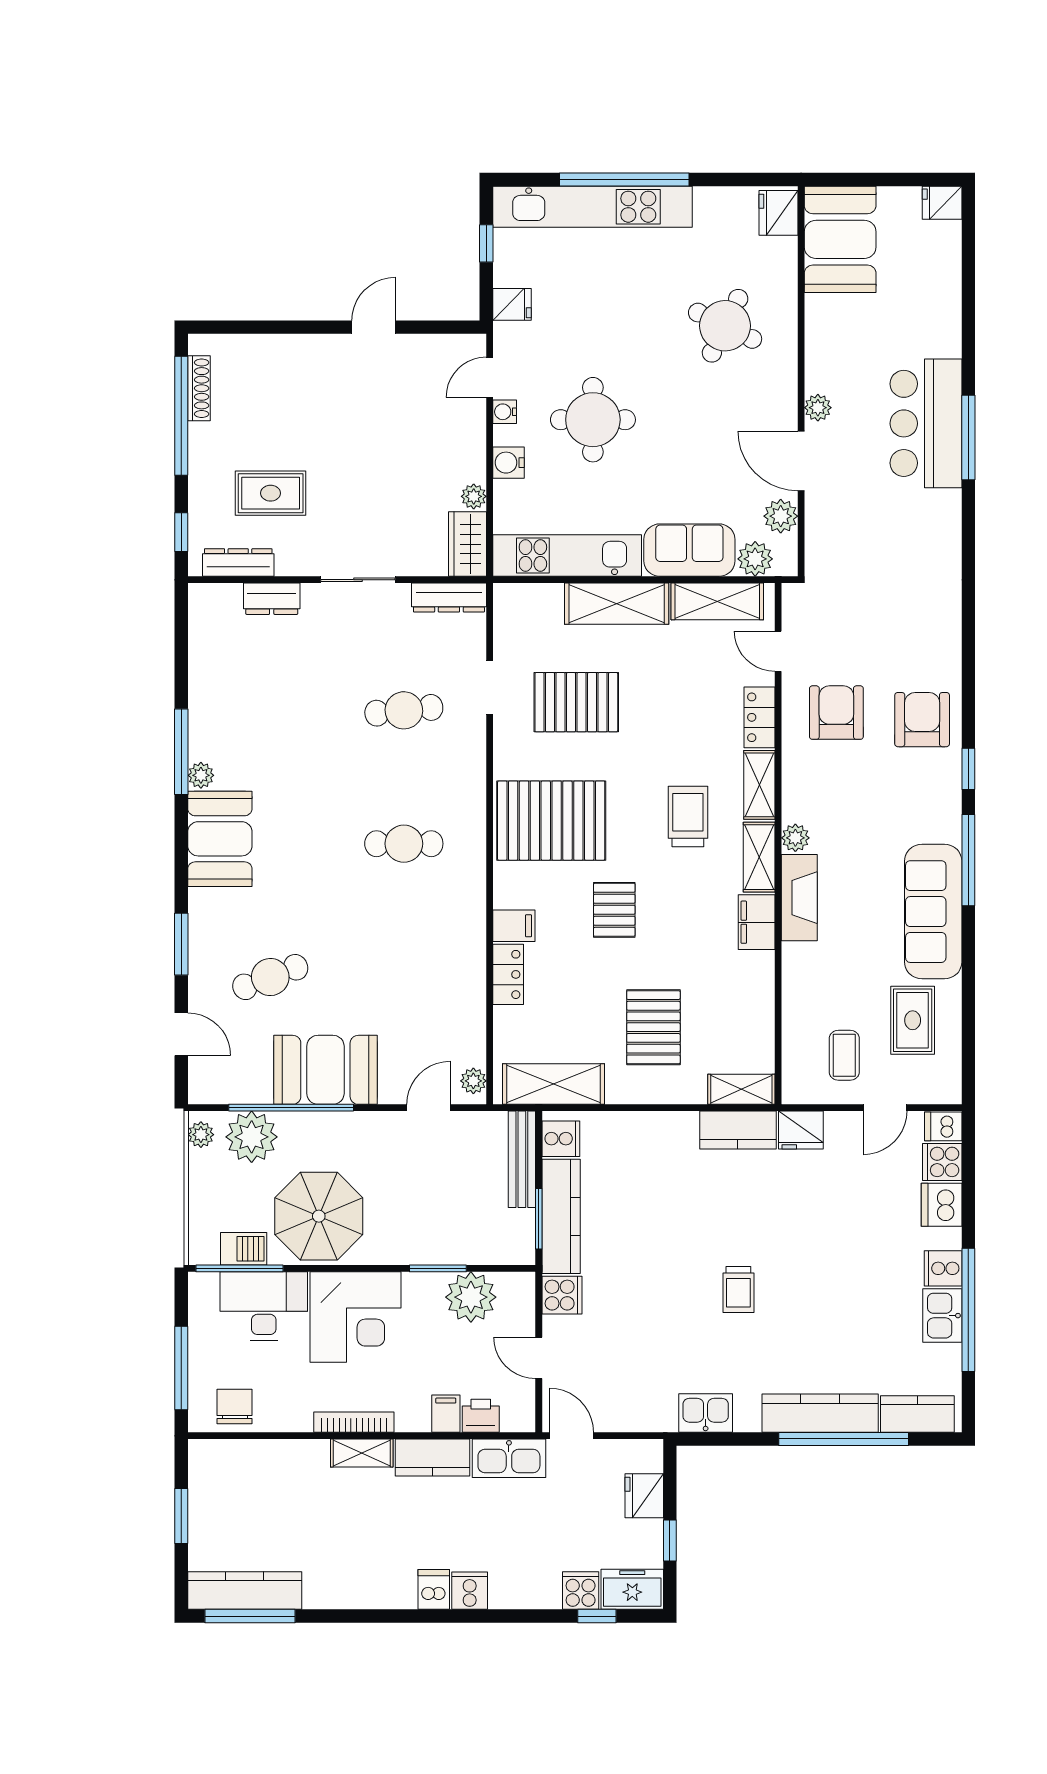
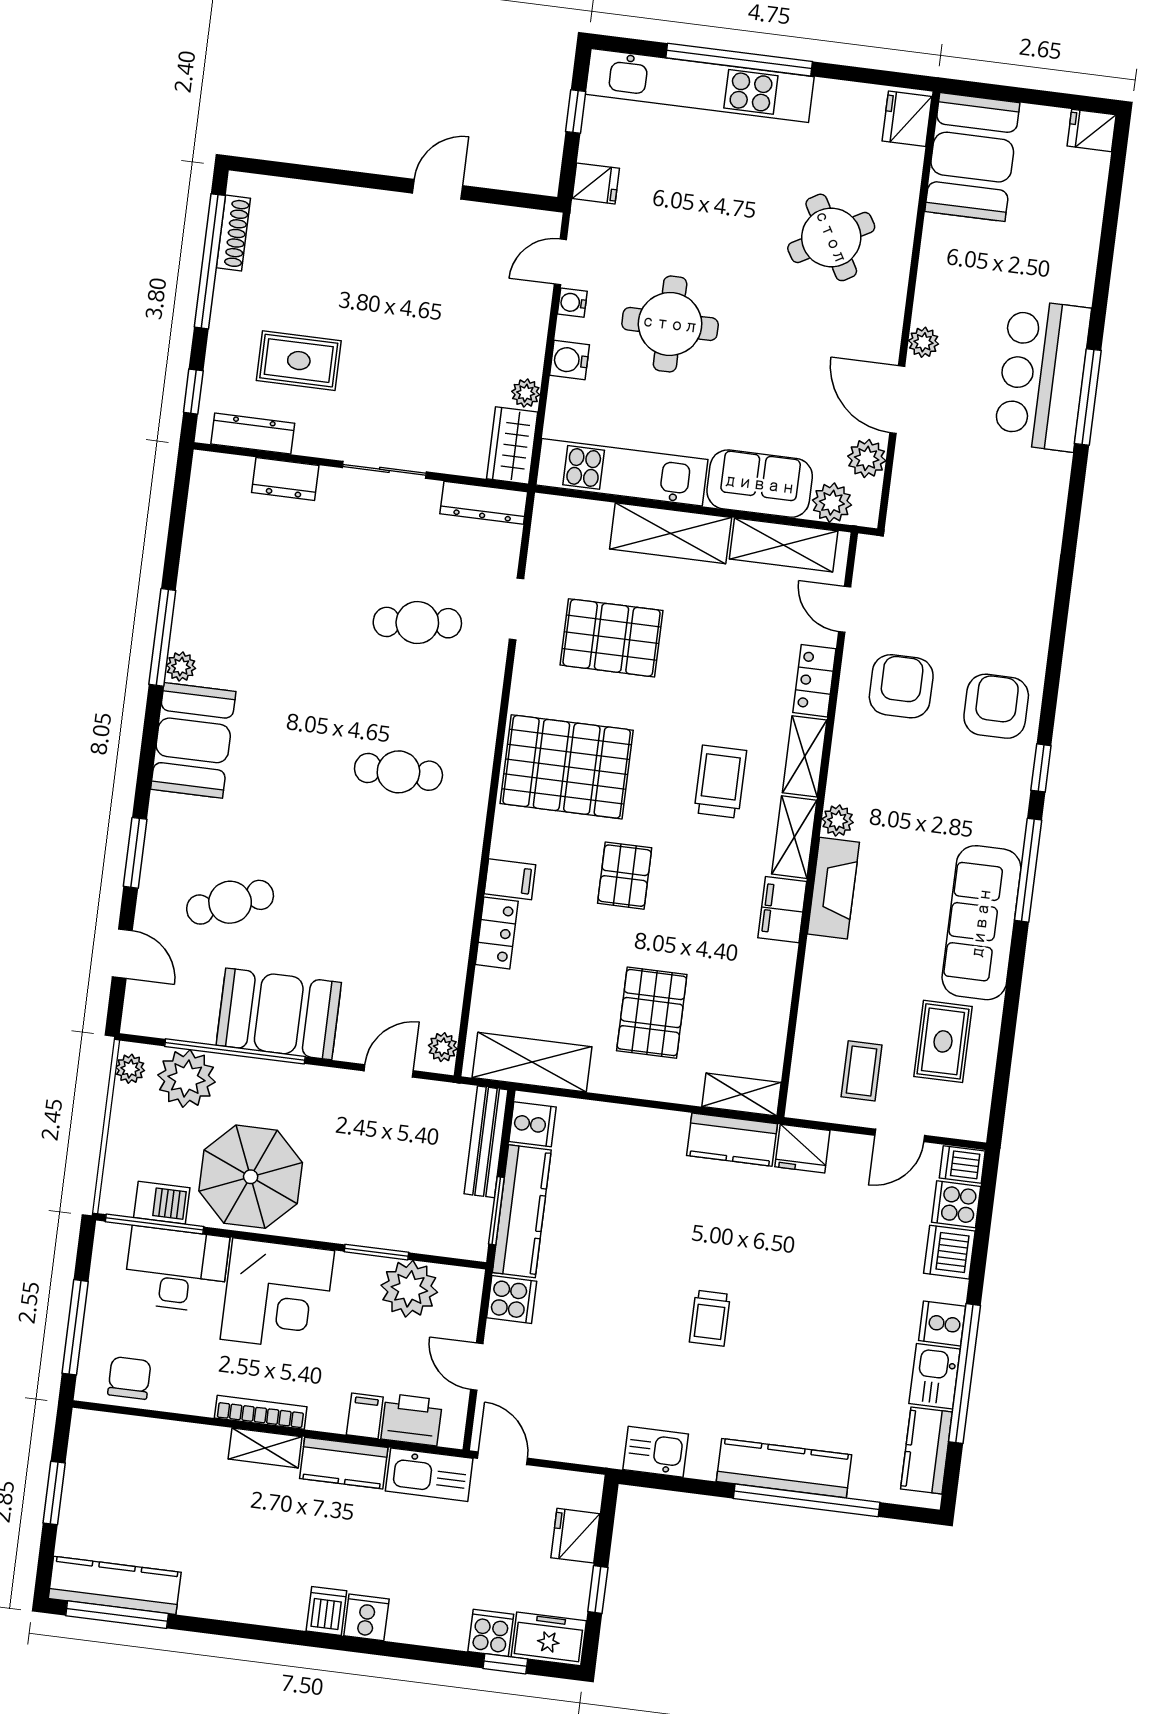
round table: (725, 326) -> (831, 237), turned 34
kitchen counter: (917, 1414) -> (926, 1450), moved, turned -90
printer: (481, 1416) -> (412, 1420), width x1.36, depth x1.24

